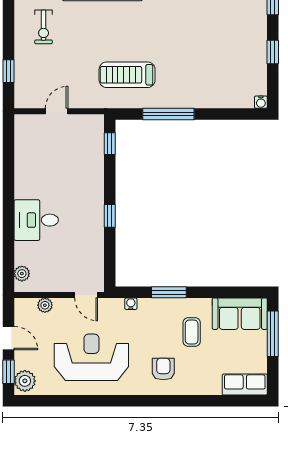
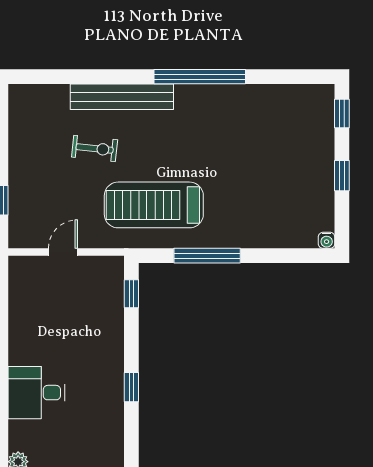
exercise bike: (44, 27) -> (95, 148), moved, turned -84
treadmill: (127, 75) -> (154, 205), width x1.37, depth x1.38

